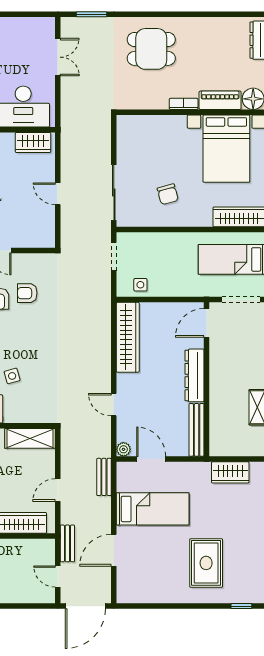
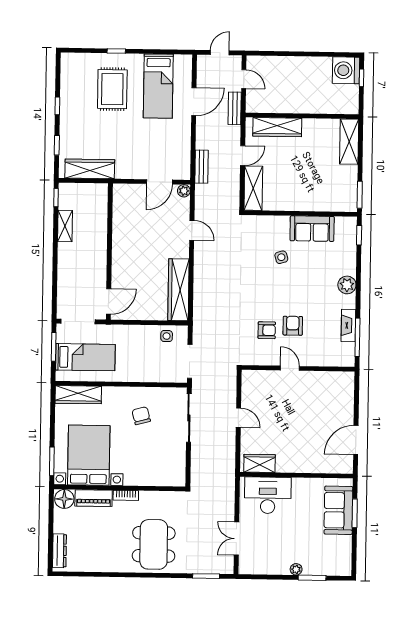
dining table: (151, 49) -> (154, 544), width x1.38
doorway: (114, 257) -> (190, 361), width x1.38
dresser: (195, 375) -> (120, 255), removed
bench: (197, 430) -> (119, 207), removed
shelving: (30, 438) -> (253, 188), moved, turned 90
door: (151, 459) -> (159, 182), hinge flipped
wardrobe: (230, 472) -> (90, 169), width x1.50
bed: (153, 509) -> (158, 86), moved, turned -90
door: (85, 606) -> (220, 53), width x0.53
window: (241, 606) -> (116, 51), moved

